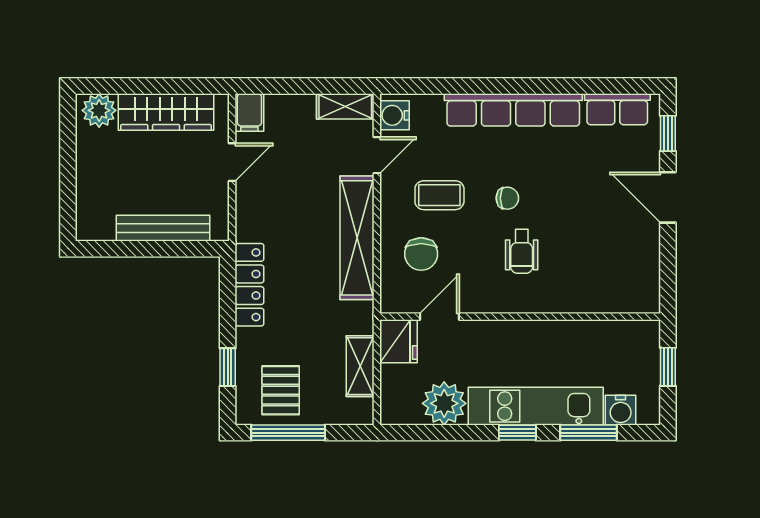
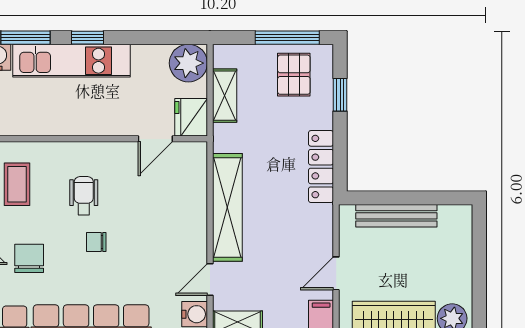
coffee table: (439, 195) -> (17, 184), moved, turned 90
chair: (421, 254) -> (29, 258), moved
plant: (444, 403) -> (188, 63), moved

